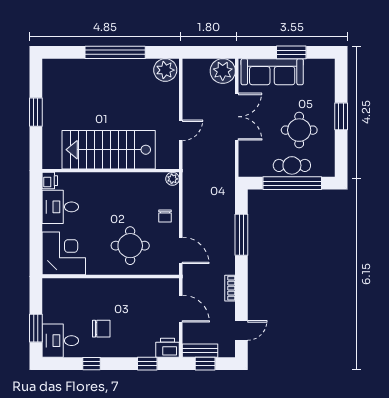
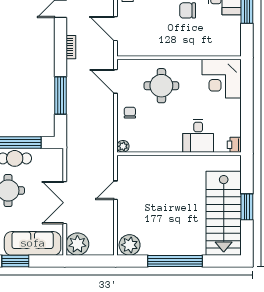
stairs: (109, 150) -> (224, 213), moved, turned 90
desk: (60, 207) -> (198, 136), moved, turned 90

